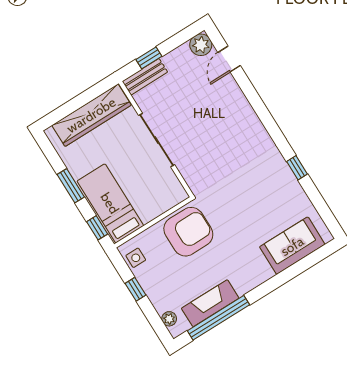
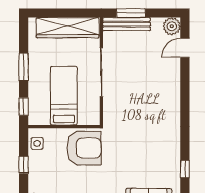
window: (149, 58) -> (131, 13), width x1.50
bench: (145, 77) -> (127, 24), width x1.36
window: (297, 168) -> (185, 169), moved
bed: (110, 203) -> (64, 96), moved

